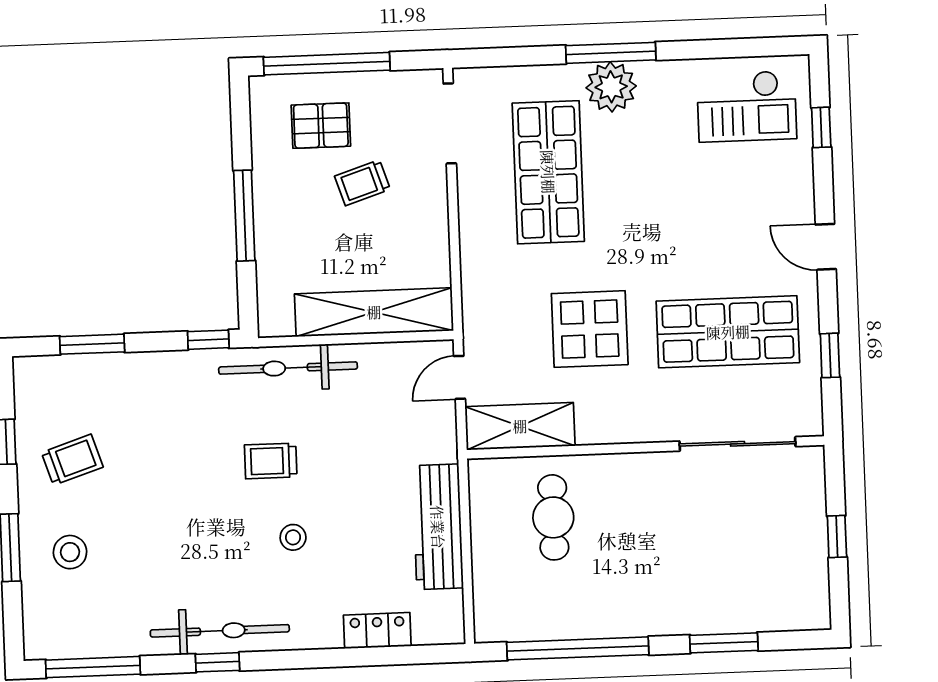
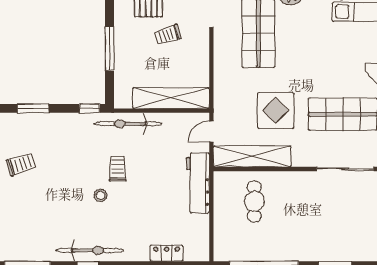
shelving: (520, 426) -> (252, 156), width x1.47
trolley: (271, 461) -> (118, 169), turned 90
workbench: (438, 527) -> (198, 183), moved
stool: (293, 537) -> (101, 195), moved
stool: (70, 552) -> (18, 209), removed

